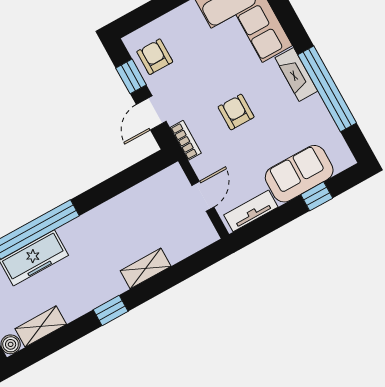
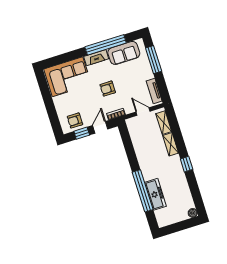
door: (151, 113) -> (100, 127), swing flipped
sofa: (299, 174) -> (124, 53), moved, turned -90
window: (317, 196) -> (154, 60), width x2.17
shelving: (41, 326) -> (164, 123), moved

